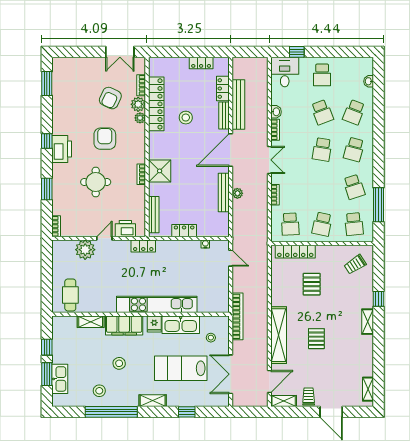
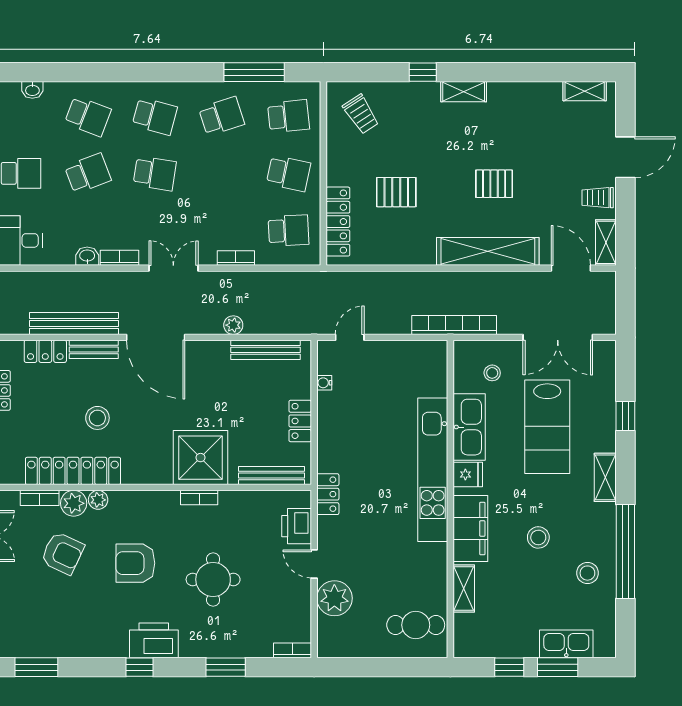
shower: (160, 171) -> (200, 458), width x1.37, depth x1.37
bench: (224, 192) -> (265, 350), moved

